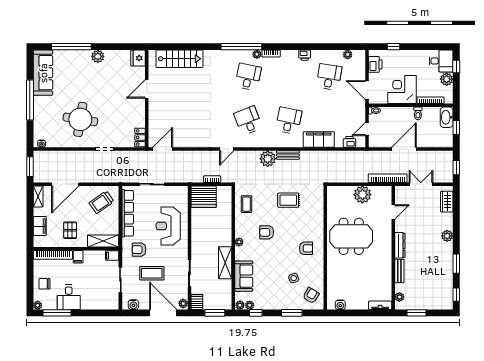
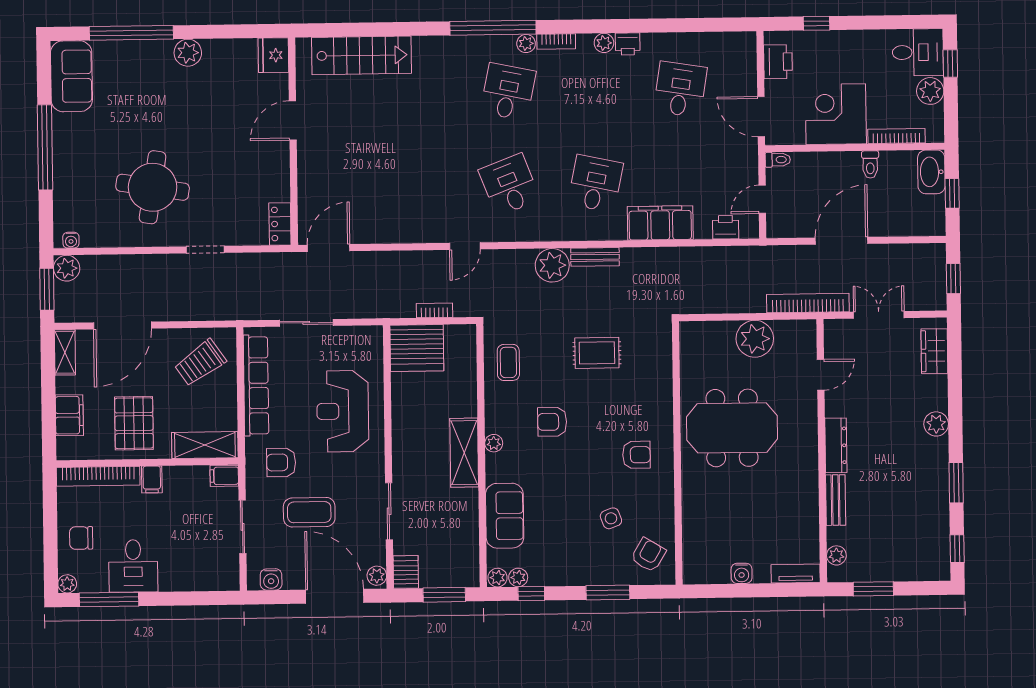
plant: (348, 55) -> (604, 43), moved
sofa: (43, 73) -> (71, 76), width x0.73
plant: (39, 157) -> (67, 268), added
pallet: (70, 230) -> (134, 423), width x1.50, depth x1.42
shelving: (225, 263) -> (464, 453), moved
water cooler: (340, 305) -> (742, 573), moved

